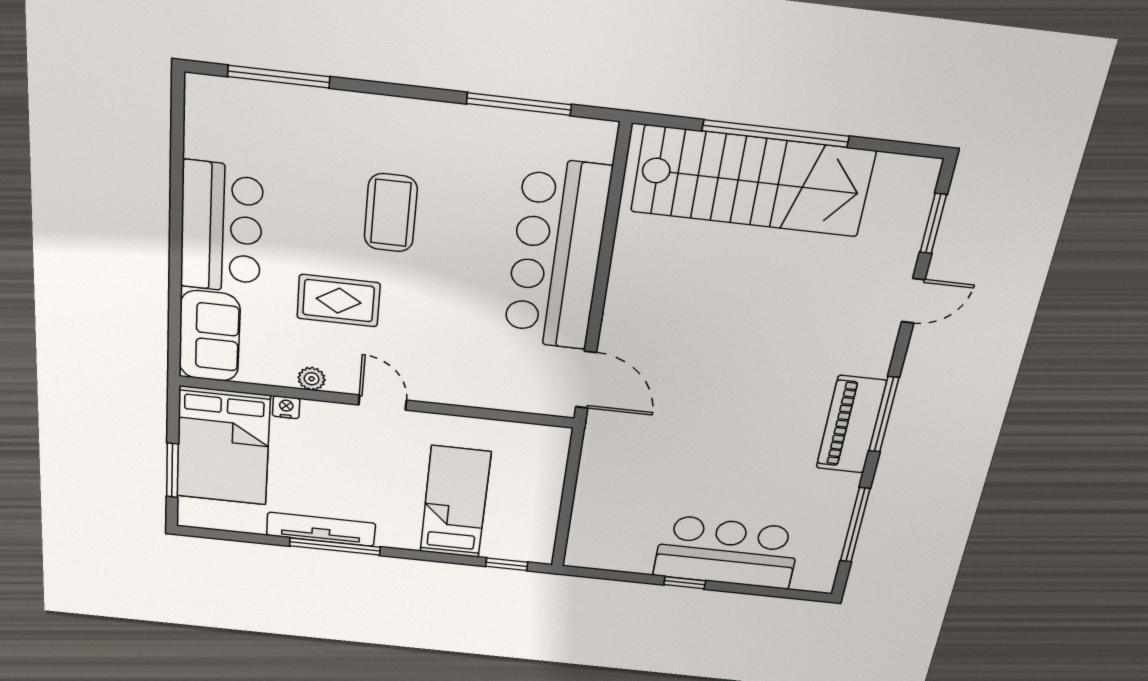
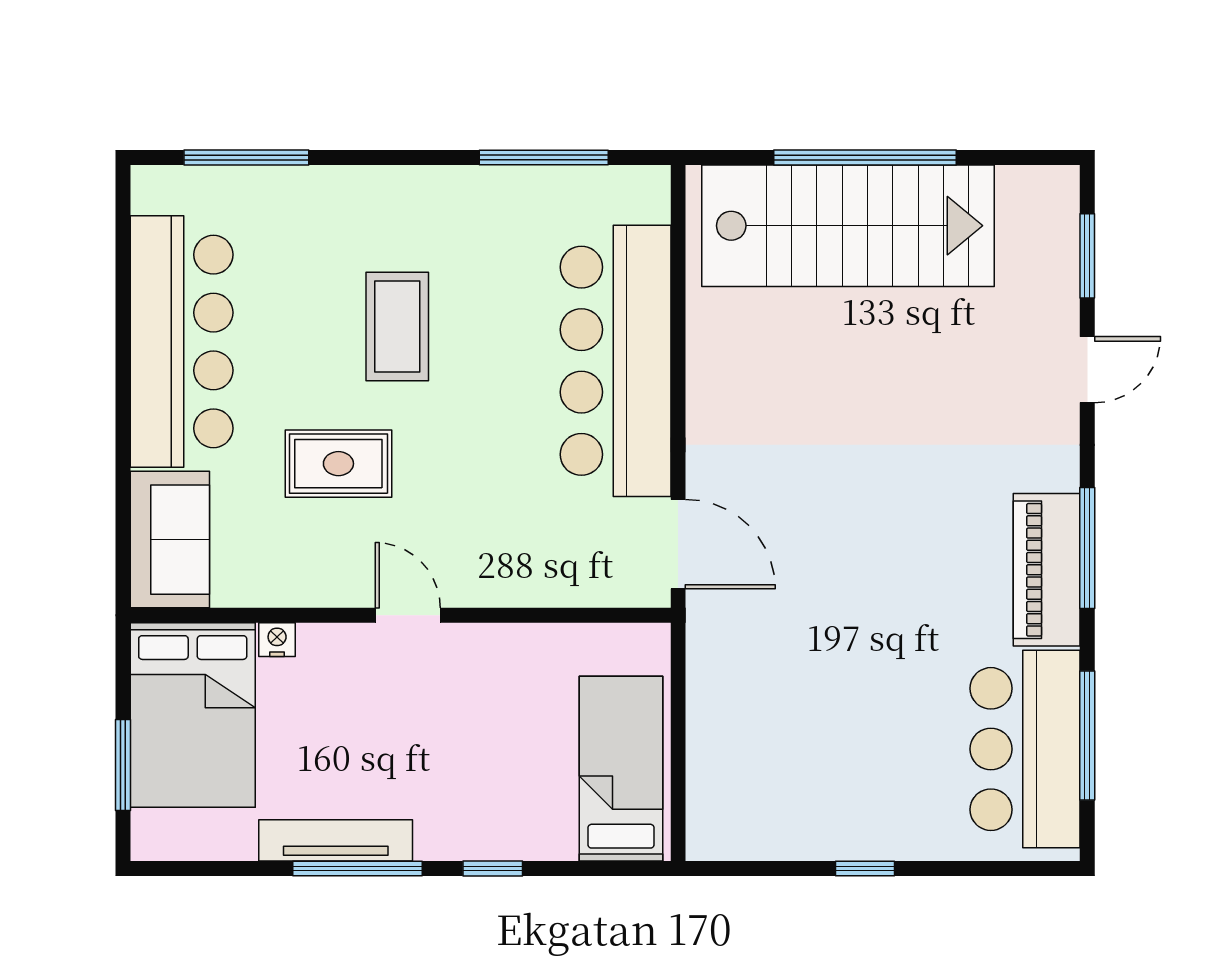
bar counter: (221, 228) -> (182, 342), width x1.36
plant: (312, 379) -> (309, 589), removed
bed: (455, 502) -> (621, 769), moved
bar counter: (727, 552) -> (1025, 749), moved, turned -90
window: (507, 564) -> (493, 869), moved

